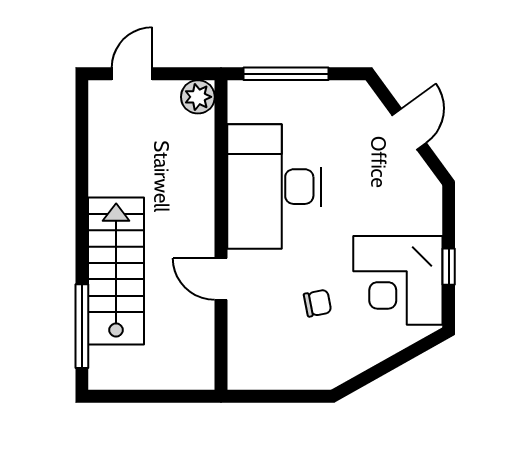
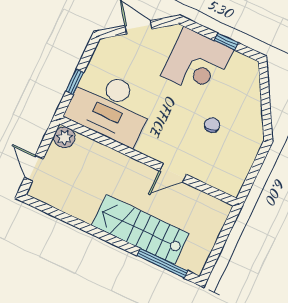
window: (286, 74) -> (75, 82), width x0.46
desk: (274, 187) -> (110, 107), moved
corner desk: (398, 280) -> (197, 63), moved

